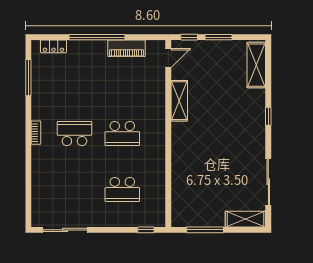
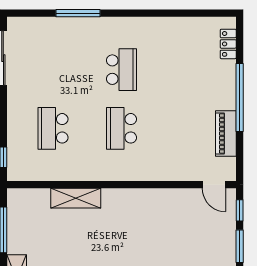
window: (28, 78) -> (78, 13), moved
shelving: (179, 101) -> (76, 198), moved
bookcase: (36, 133) -> (123, 23), removed

